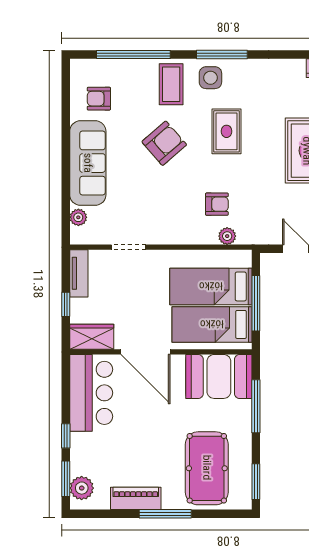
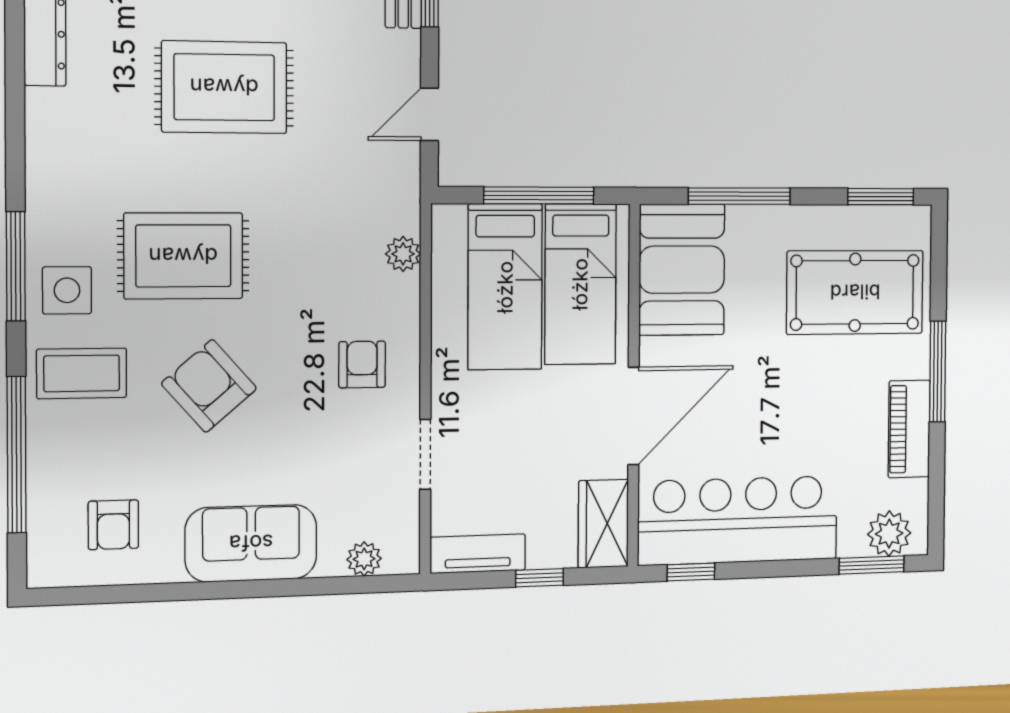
rug: (227, 131) -> (183, 256), width x1.36, depth x1.43
sofa: (88, 163) -> (251, 543), width x0.73
armchair: (217, 204) -> (362, 364), moved
bar counter: (91, 393) -> (738, 520), width x1.36
window: (66, 436) -> (691, 572), moved

